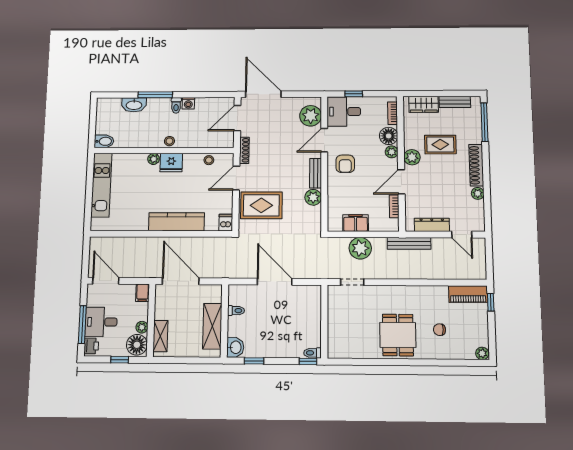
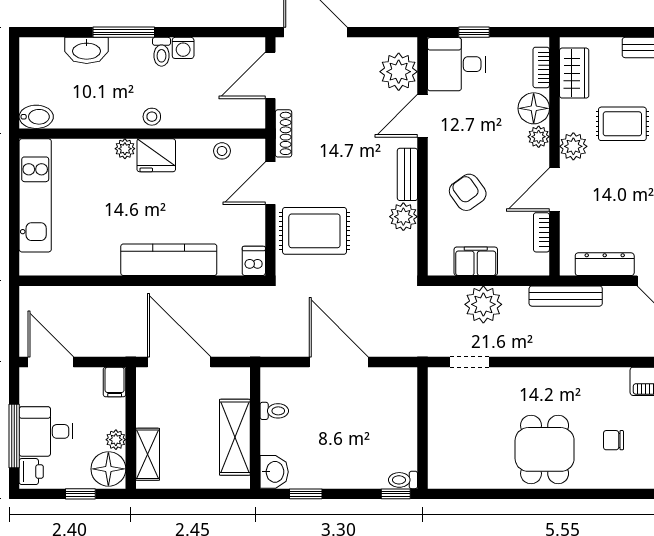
wardrobe: (424, 104) -> (574, 73), moved, turned -90
armchair: (345, 164) -> (468, 192), moved, turned 144

